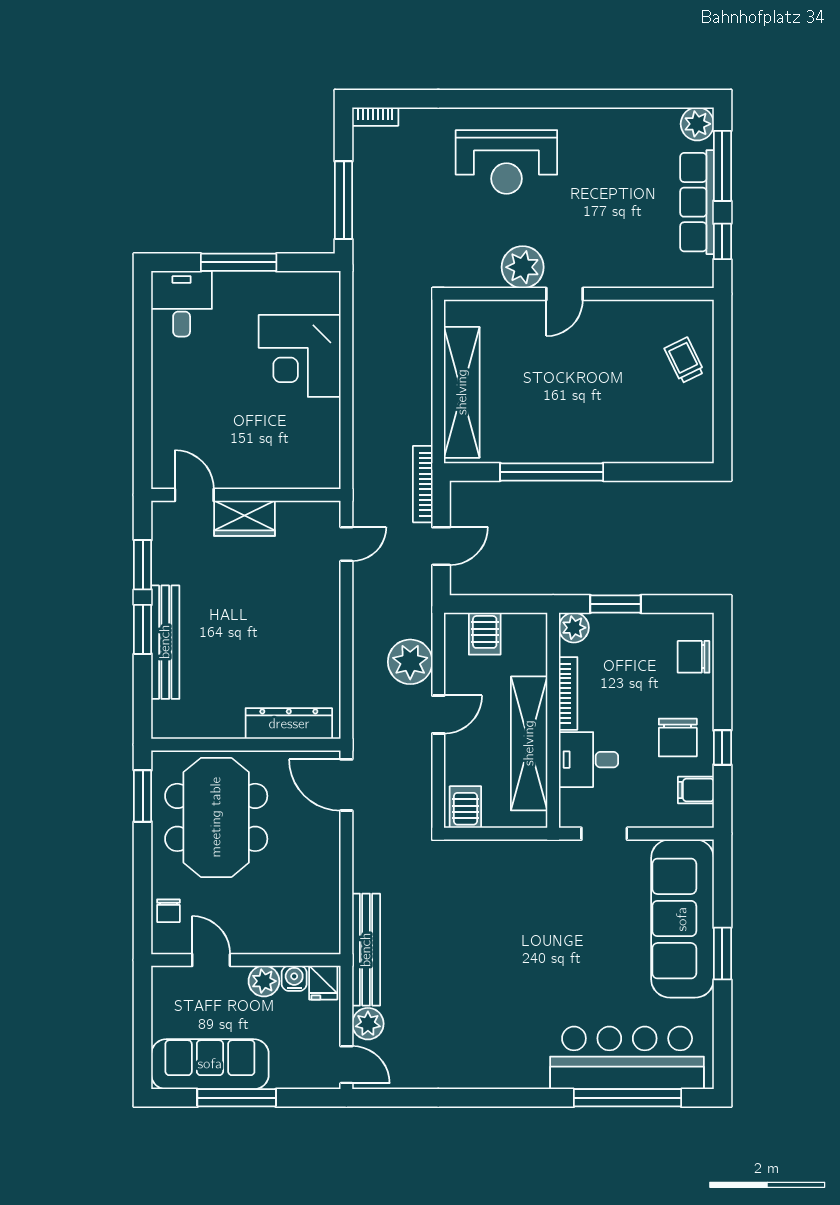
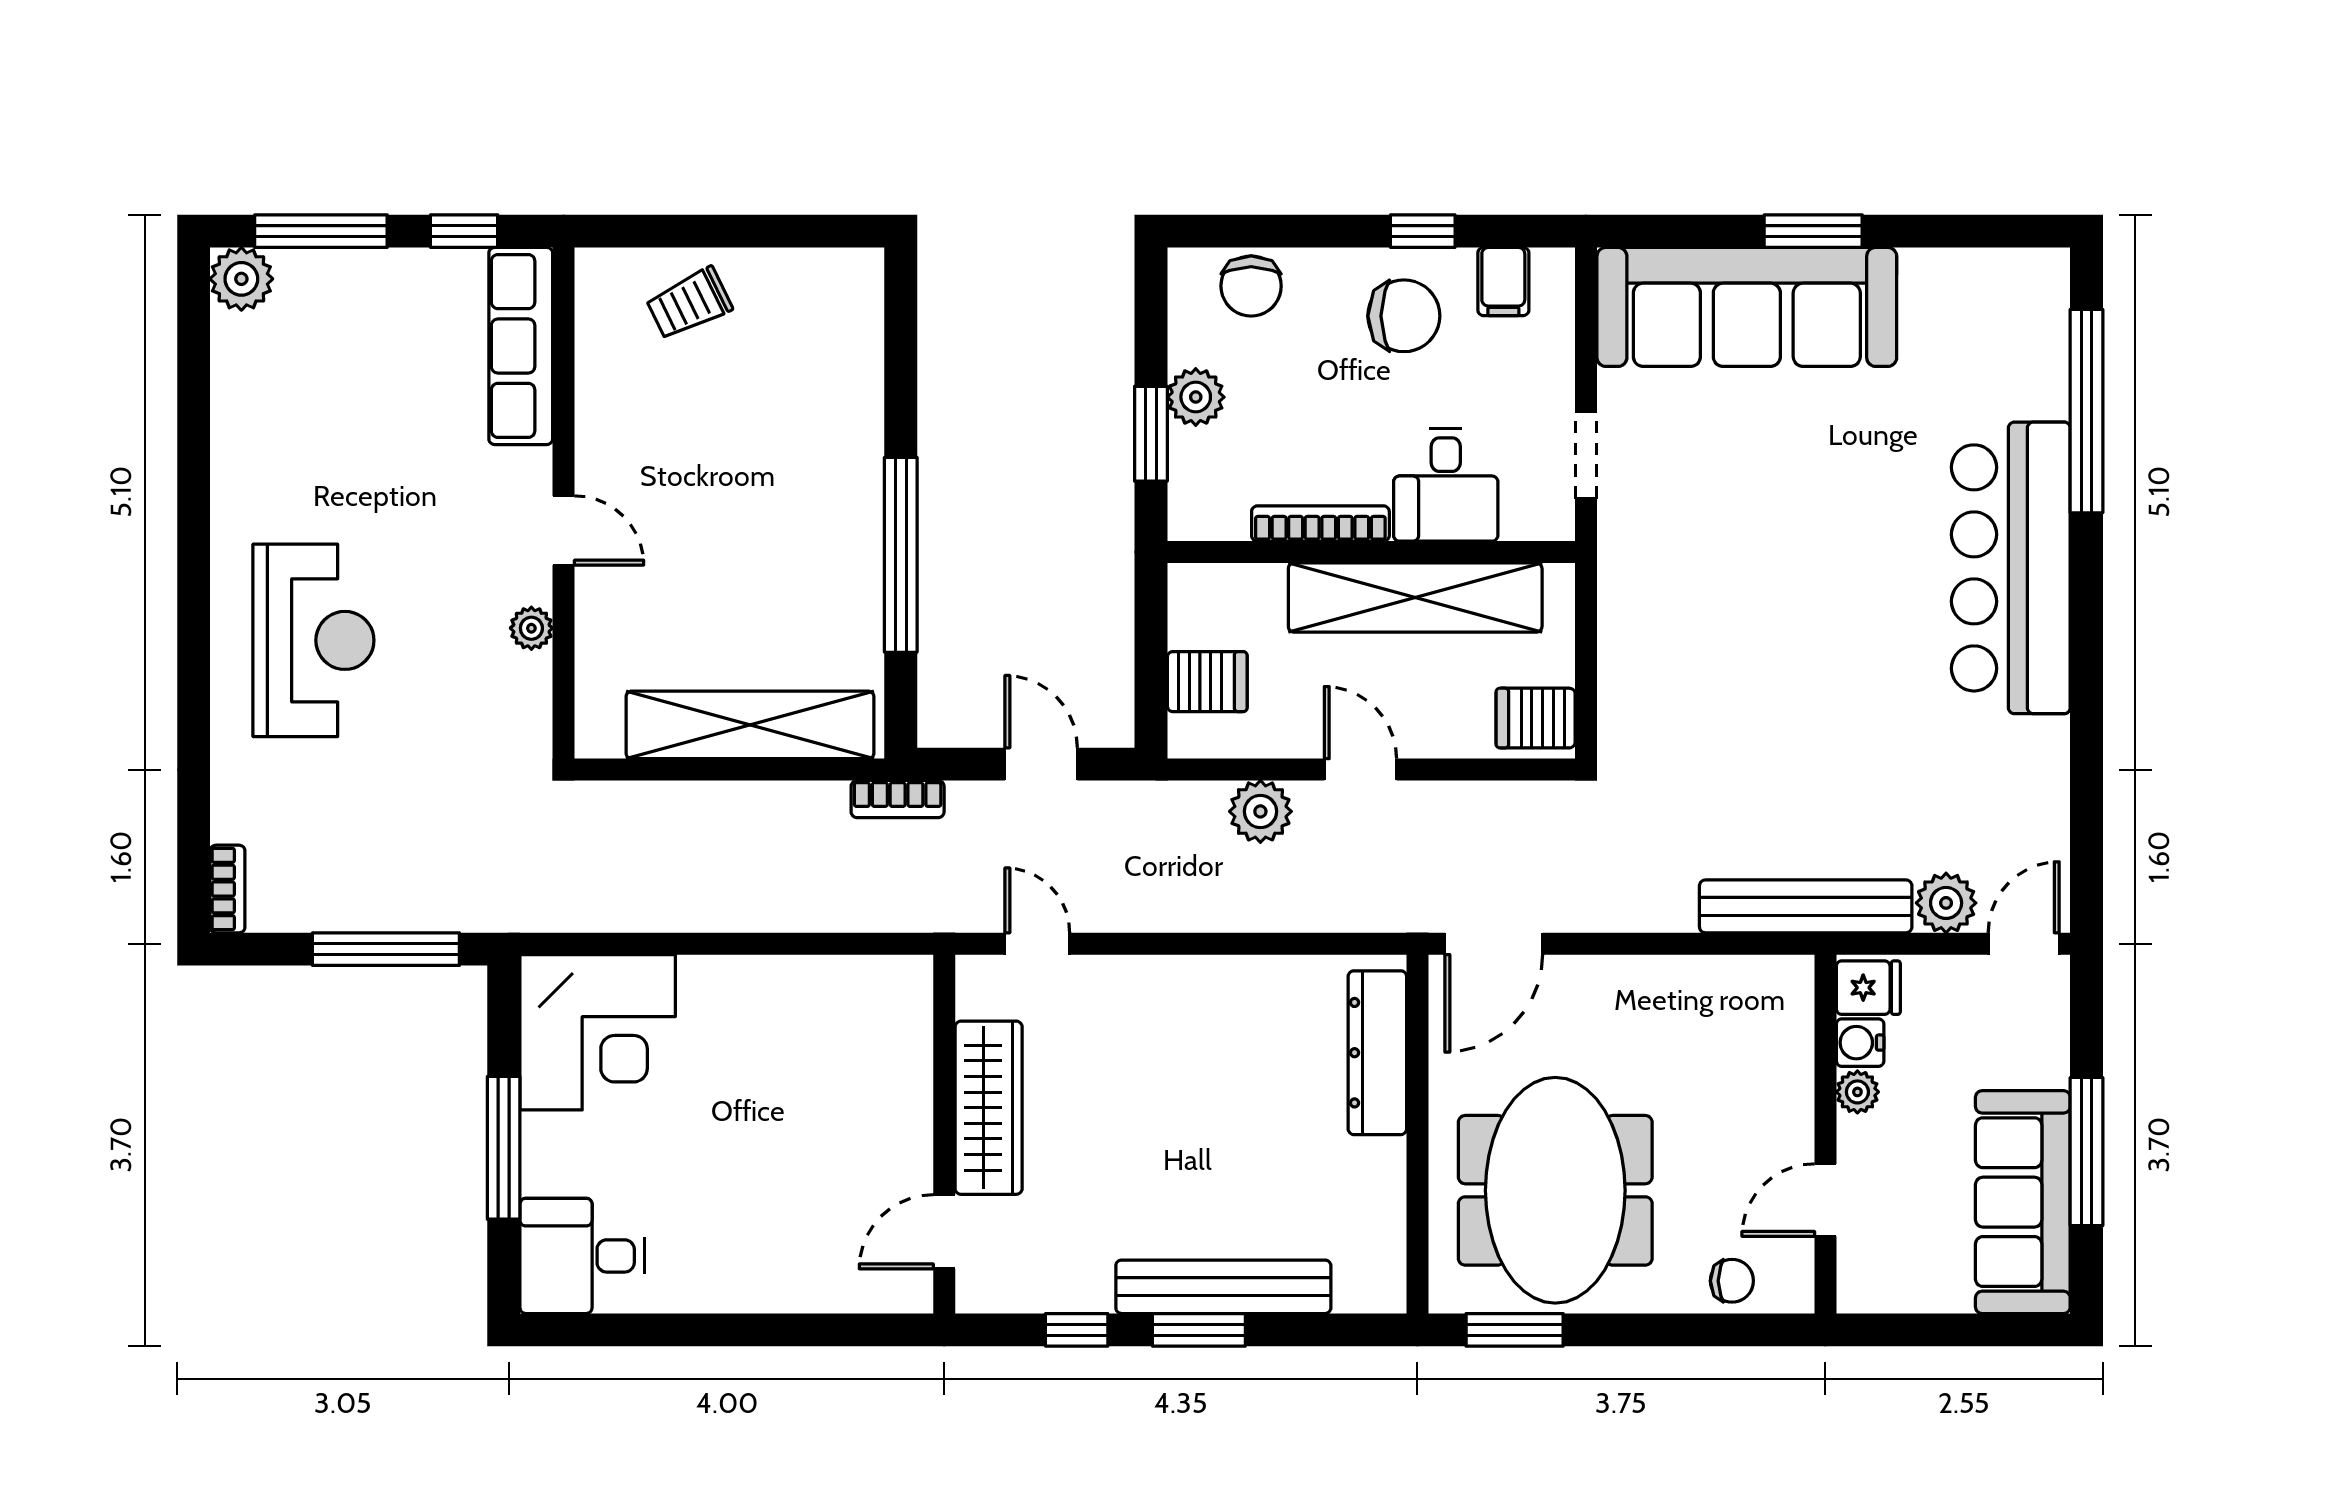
row of seats: (697, 202) -> (521, 346), moved, turned 90
plant: (523, 267) -> (531, 628), width x0.53, depth x0.53
corner desk: (300, 356) -> (598, 1032), moved
bookcase: (423, 484) -> (898, 799), width x0.64
wardrobe: (245, 518) -> (989, 1108), width x1.50
window: (143, 565) -> (1077, 1330), width x0.67
plant: (574, 628) -> (1196, 397), moved
plant: (410, 662) -> (1260, 811), width x0.73, depth x0.73
meeting table: (216, 817) -> (1555, 1190), turned 90
plant: (264, 981) -> (1857, 1092), width x0.73, depth x0.73
bar counter: (627, 1058) -> (2011, 568), moved

